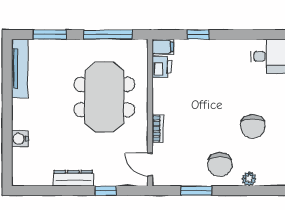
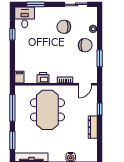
window: (198, 35) -> (12, 34), moved
printer: (162, 67) -> (43, 78), moved
meeting table: (104, 97) -> (47, 110), turned 90
chair: (253, 126) -> (64, 27), turned 180

